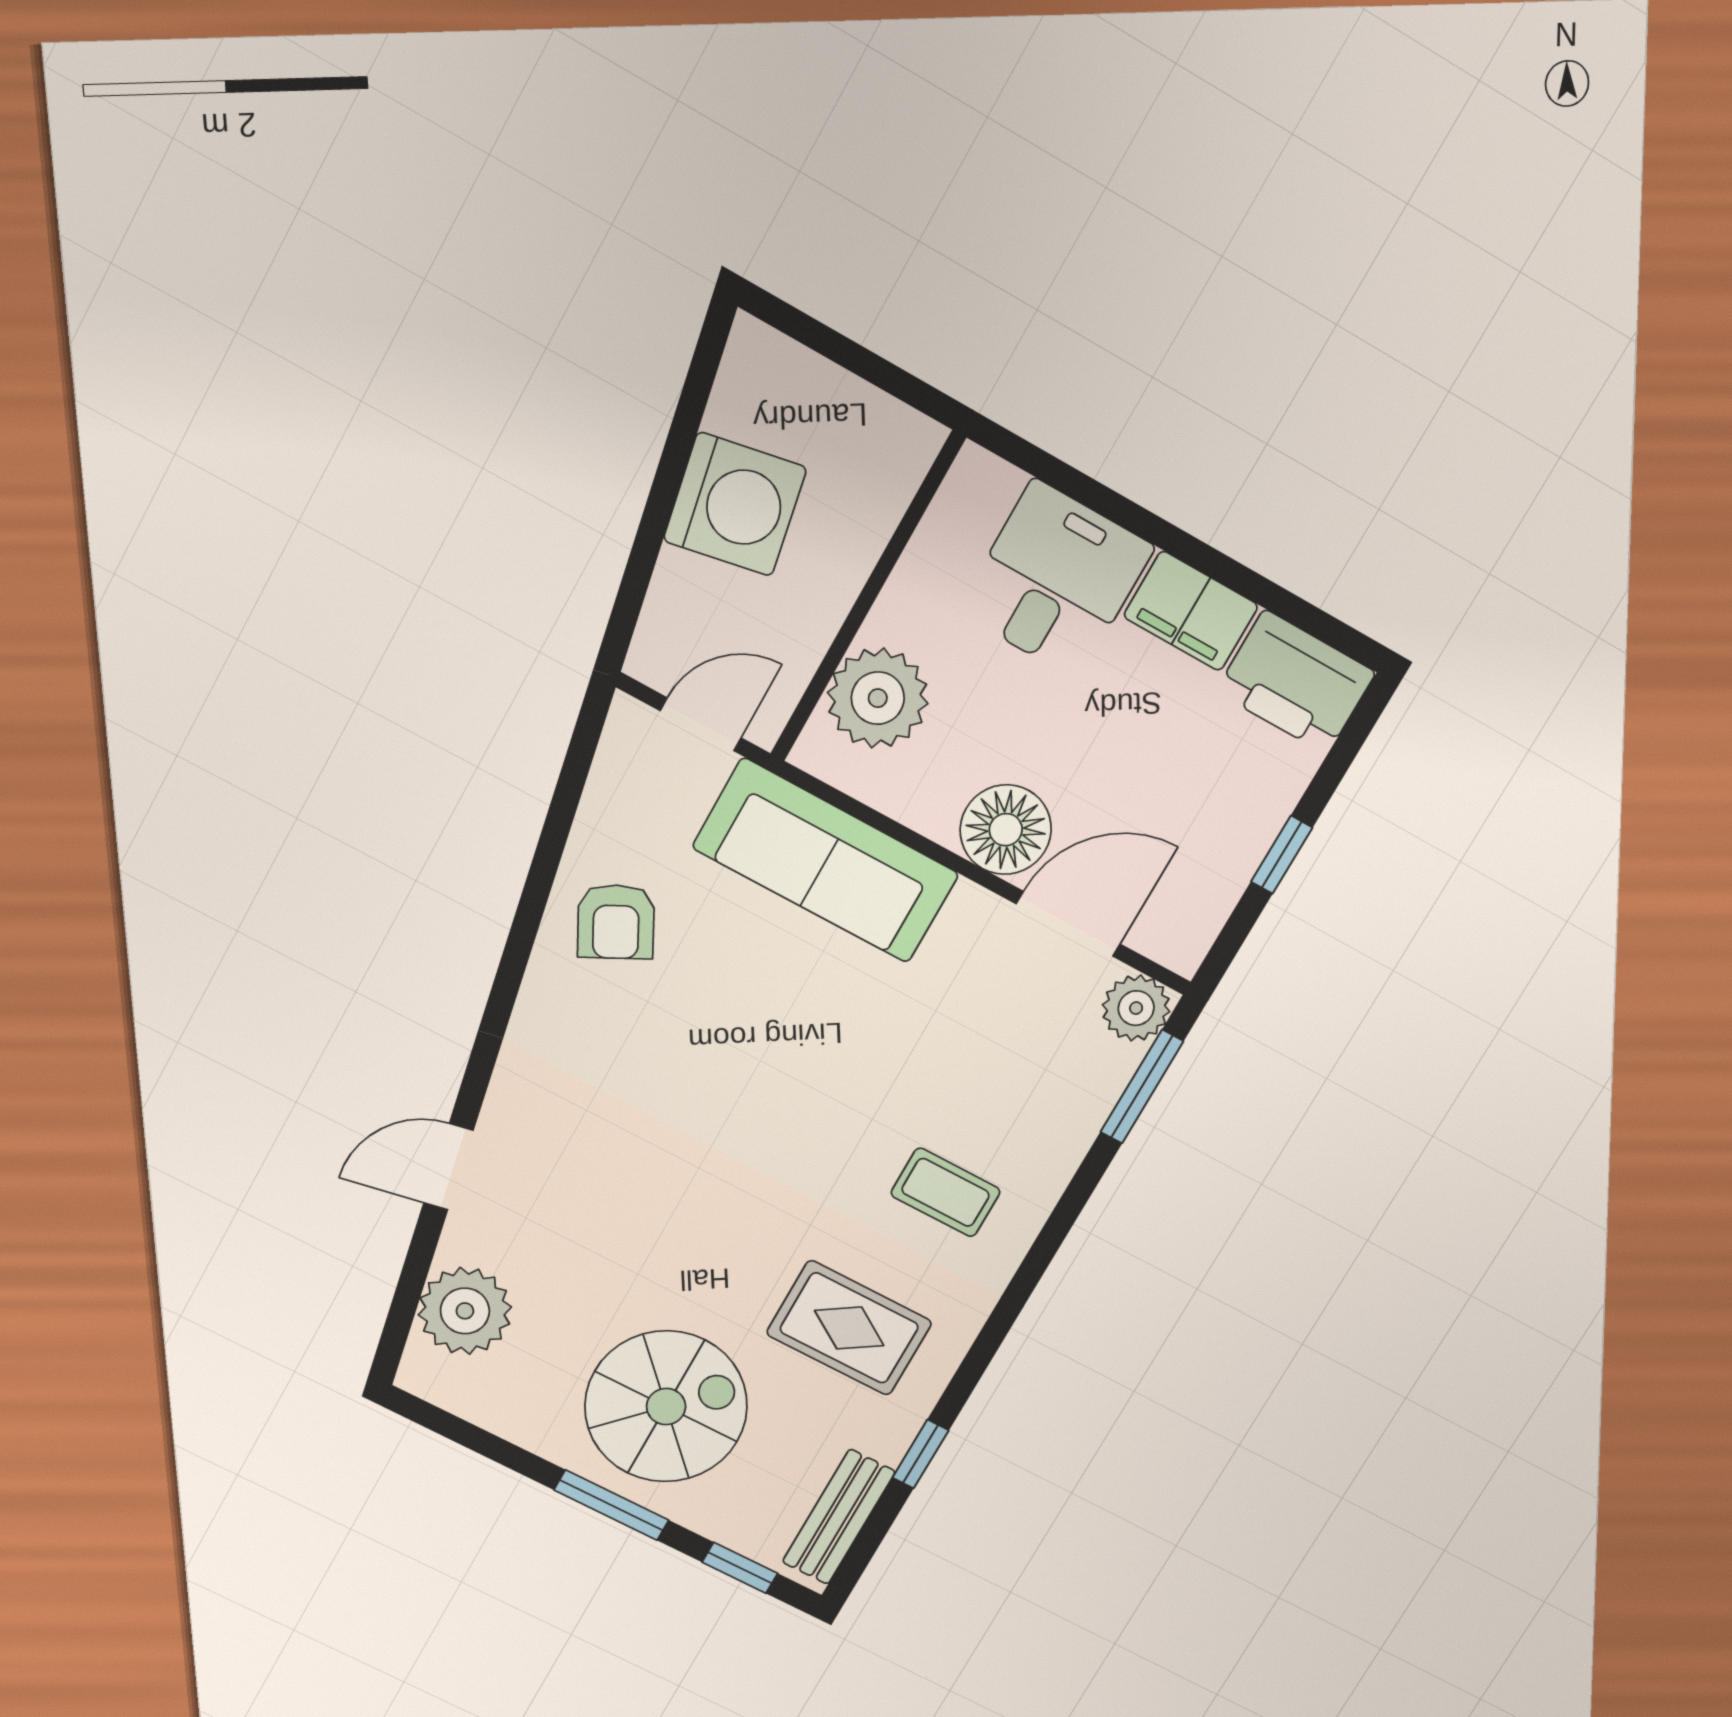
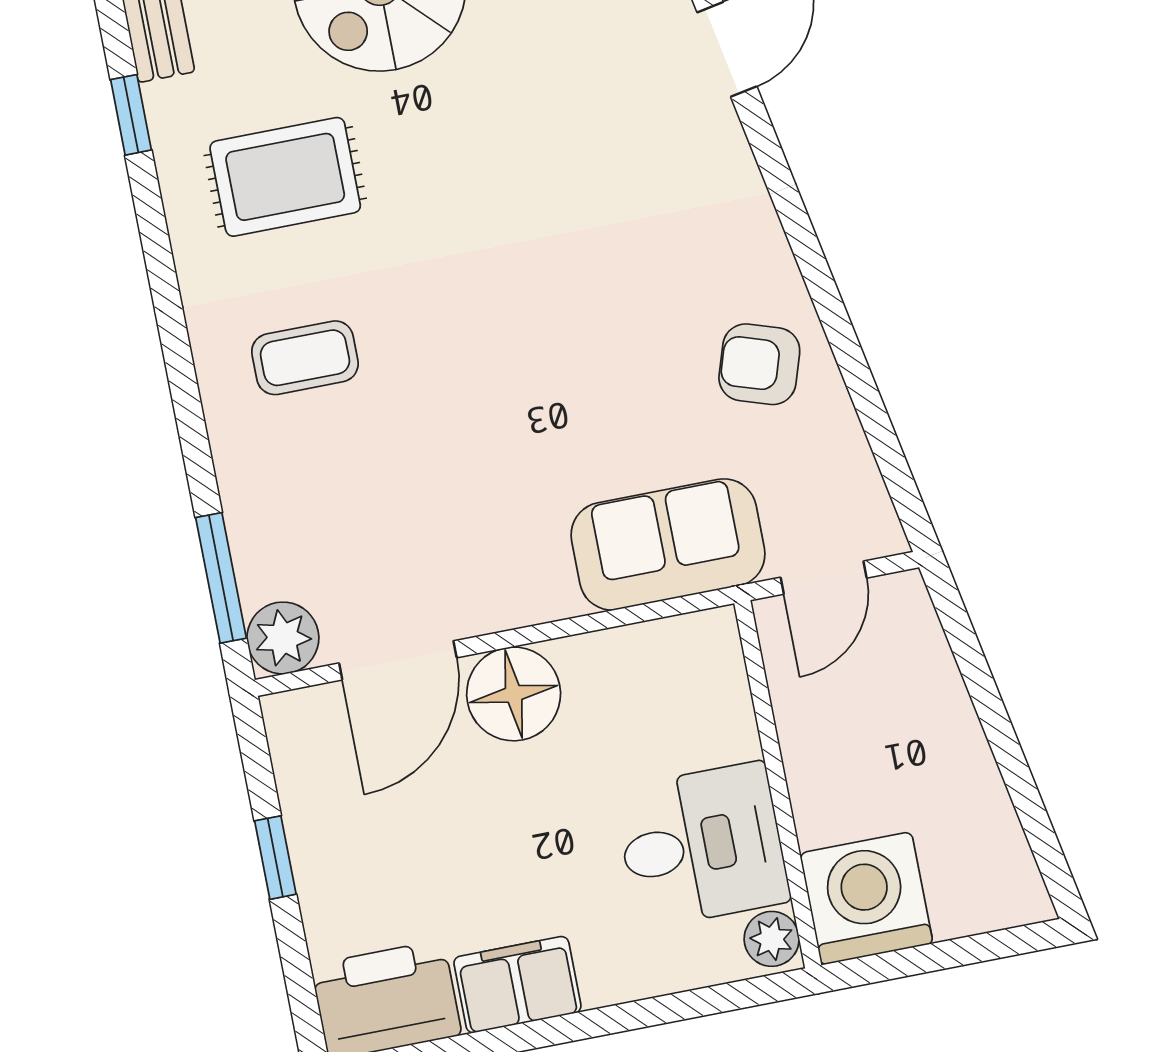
washing machine: (735, 504) -> (866, 898), moved, turned 101
desk: (1056, 579) -> (702, 845), moved, turned -90
plant: (878, 698) -> (772, 939), moved, width x0.53, depth x0.53
sofa: (826, 861) -> (668, 544), width x0.73
armchair: (616, 922) -> (759, 364), turned -45

